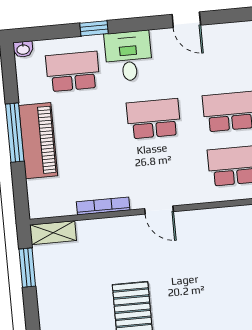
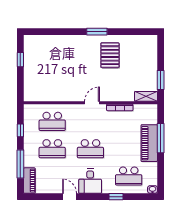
desk: (128, 56) -> (90, 181), moved
window: (15, 133) -> (161, 138), moved
door: (159, 210) -> (92, 103), hinge flipped

